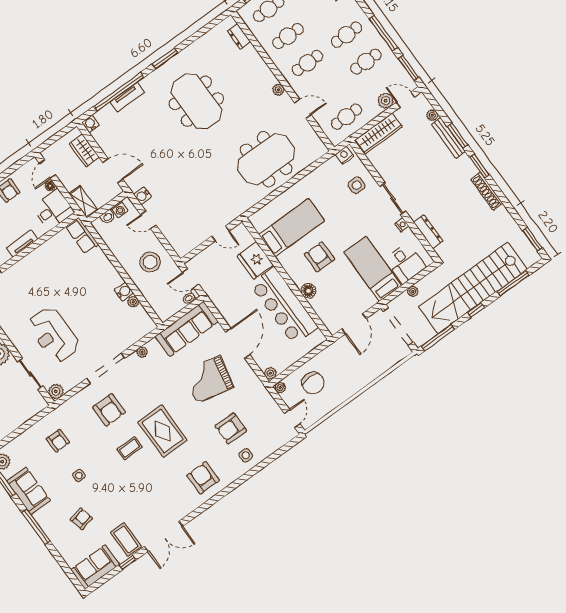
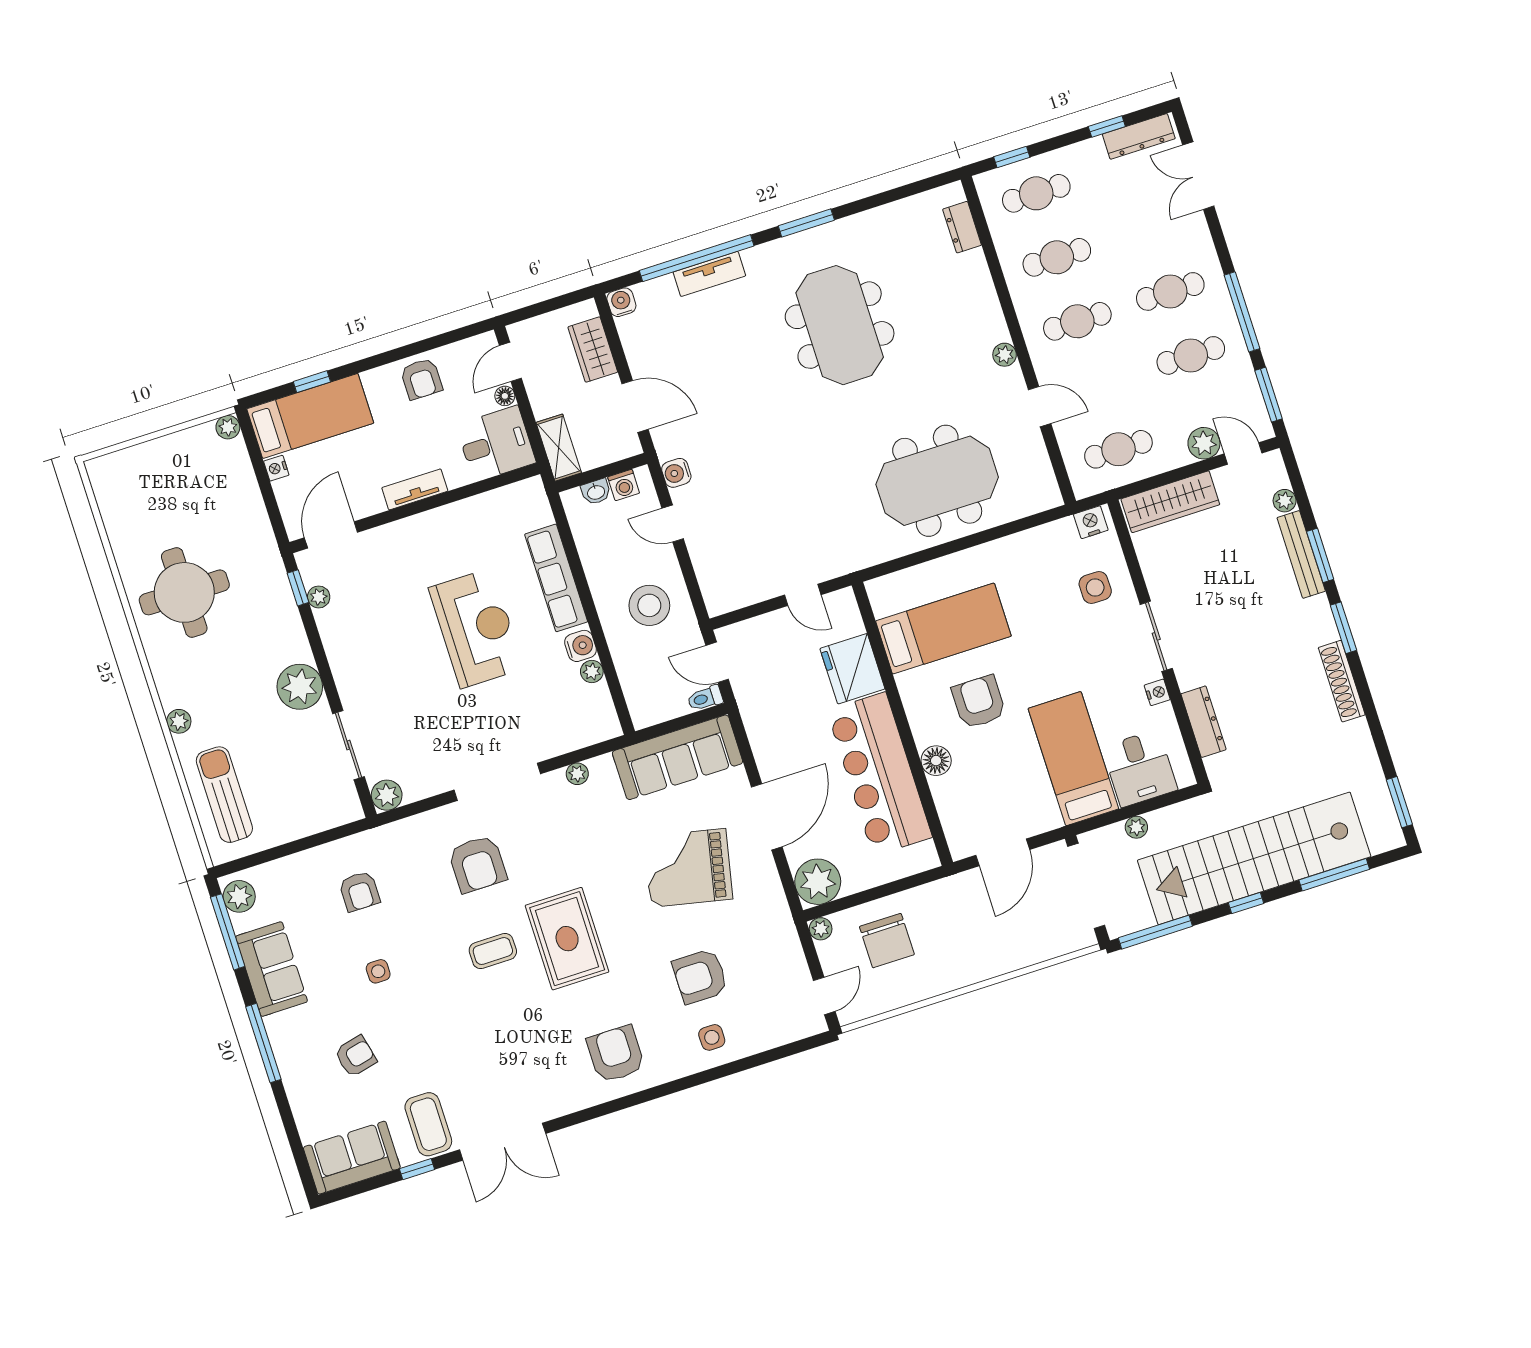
row of seats: (82, 236) -> (556, 578), moved, width x1.48
reception desk: (54, 335) -> (476, 628), moved, turned 180
plant: (270, 373) -> (818, 882), width x1.87, depth x1.87

